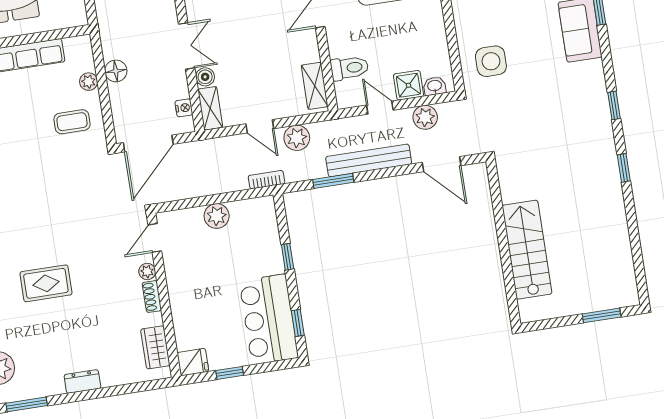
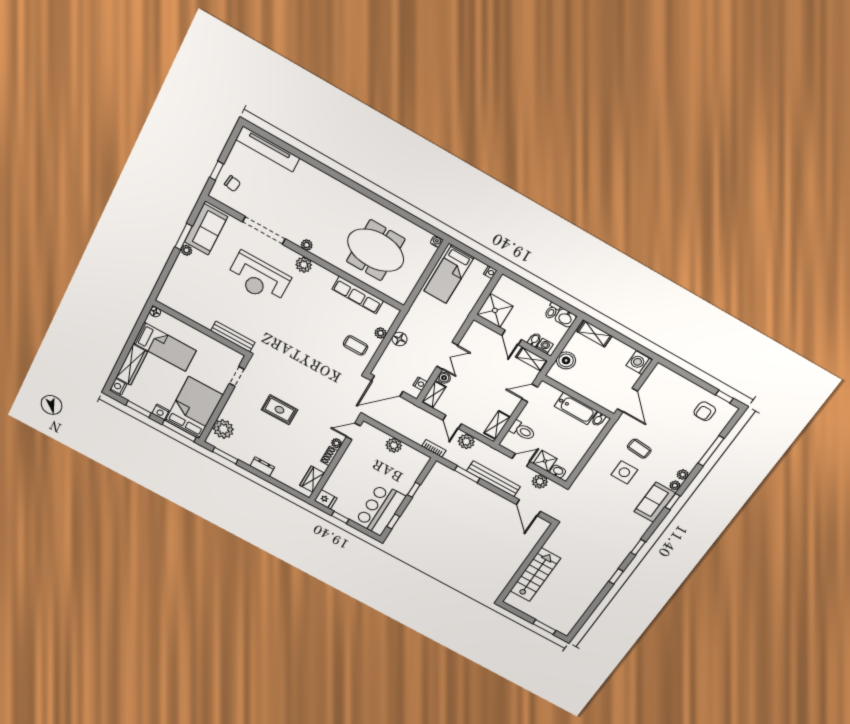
side table: (491, 61) -> (624, 472), moved
door: (380, 108) -> (521, 460), hinge flipped

